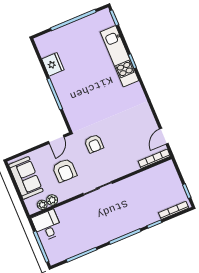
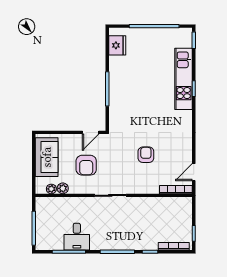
fridge: (53, 64) -> (117, 45), moved
armchair: (94, 144) -> (146, 155), moved, turned 180
desk: (47, 225) -> (77, 237), moved, turned 180

